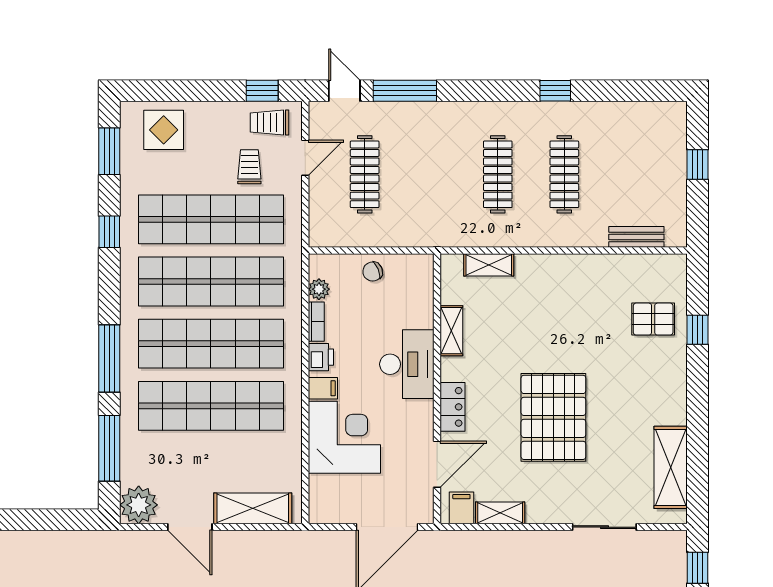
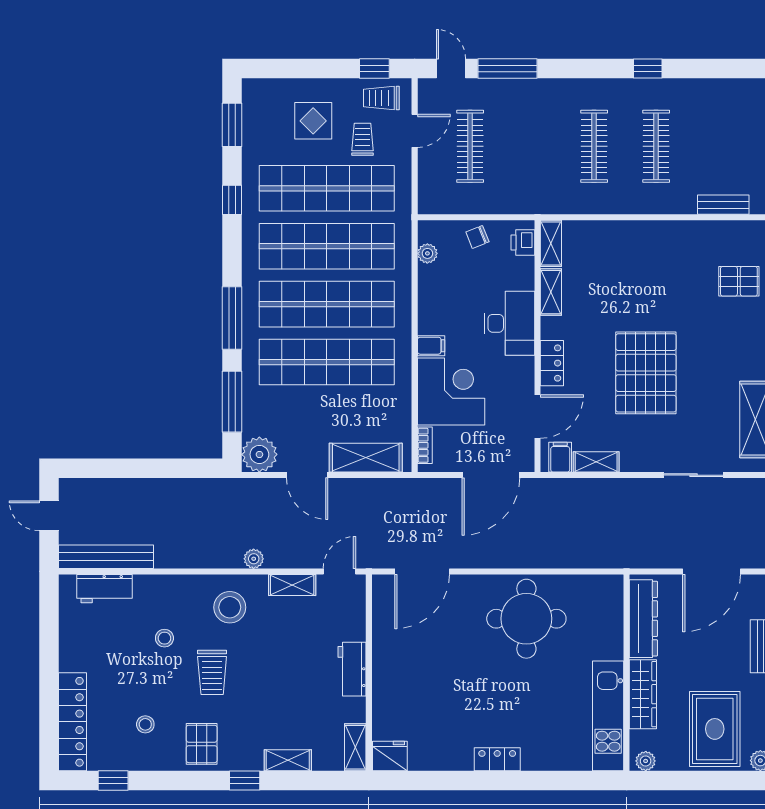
display table: (164, 130) -> (313, 121), moved
shelving: (489, 265) -> (551, 243), moved, turned 90
bookcase: (316, 322) -> (425, 445), moved
printer: (321, 357) -> (523, 242), moved, turned 180

